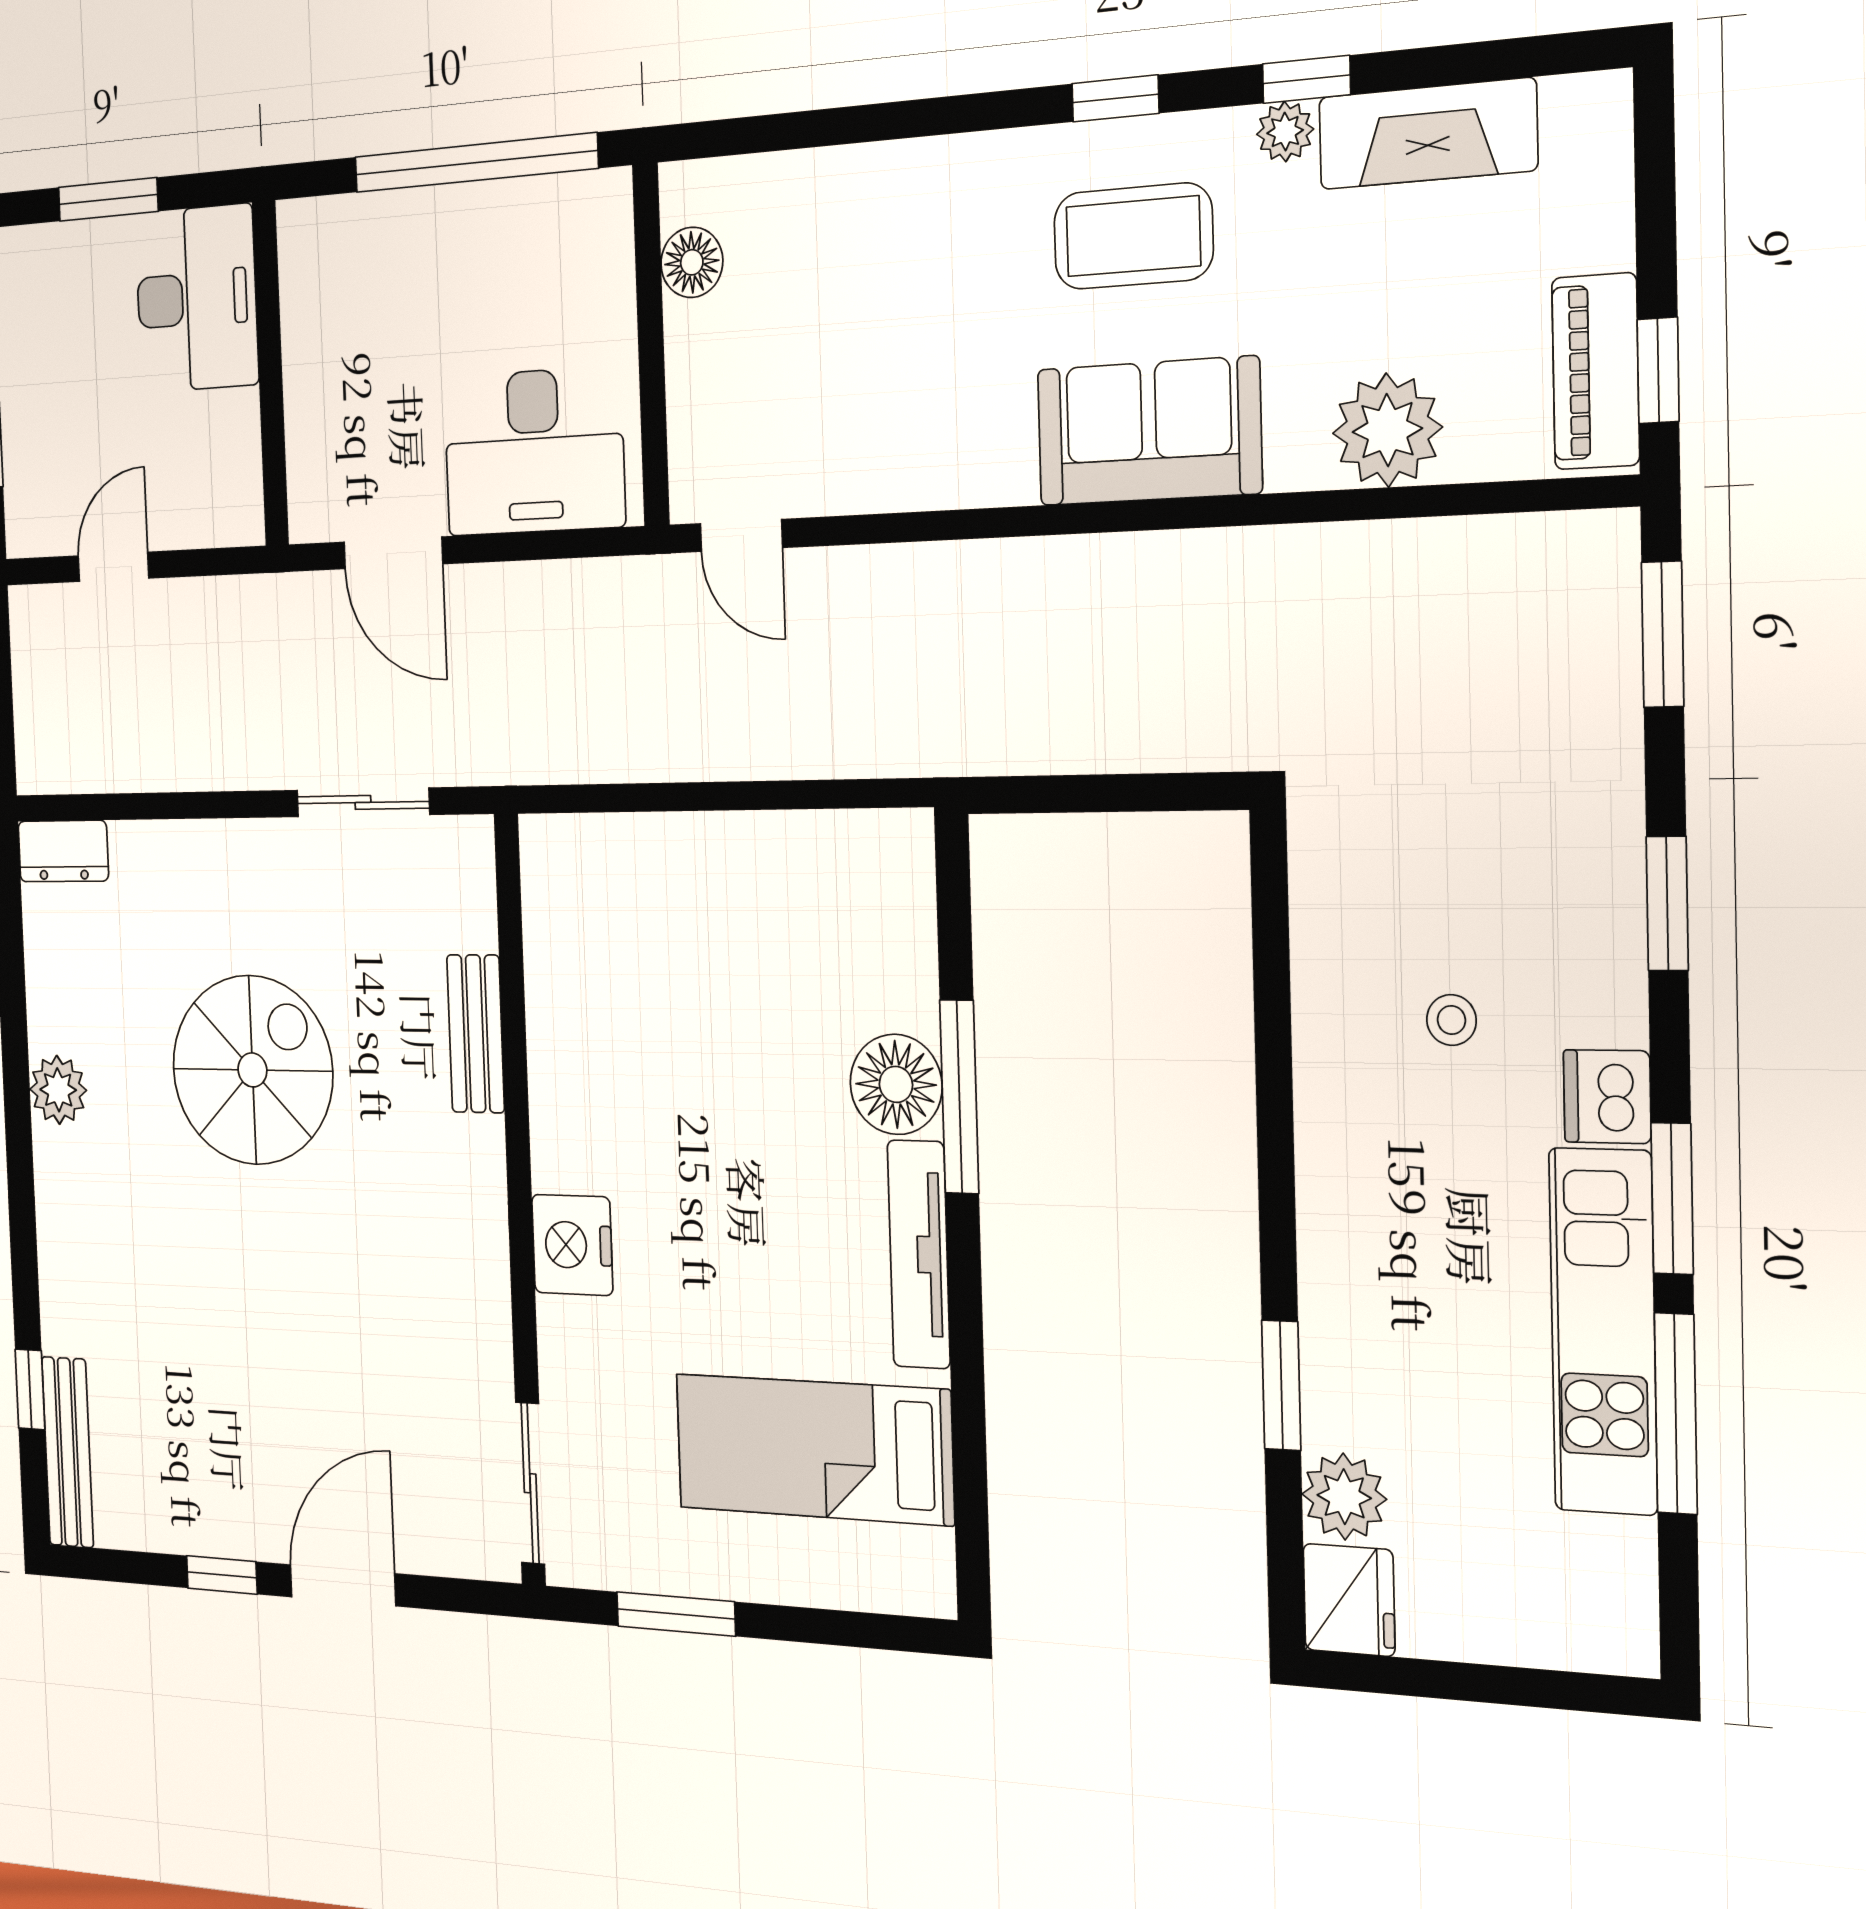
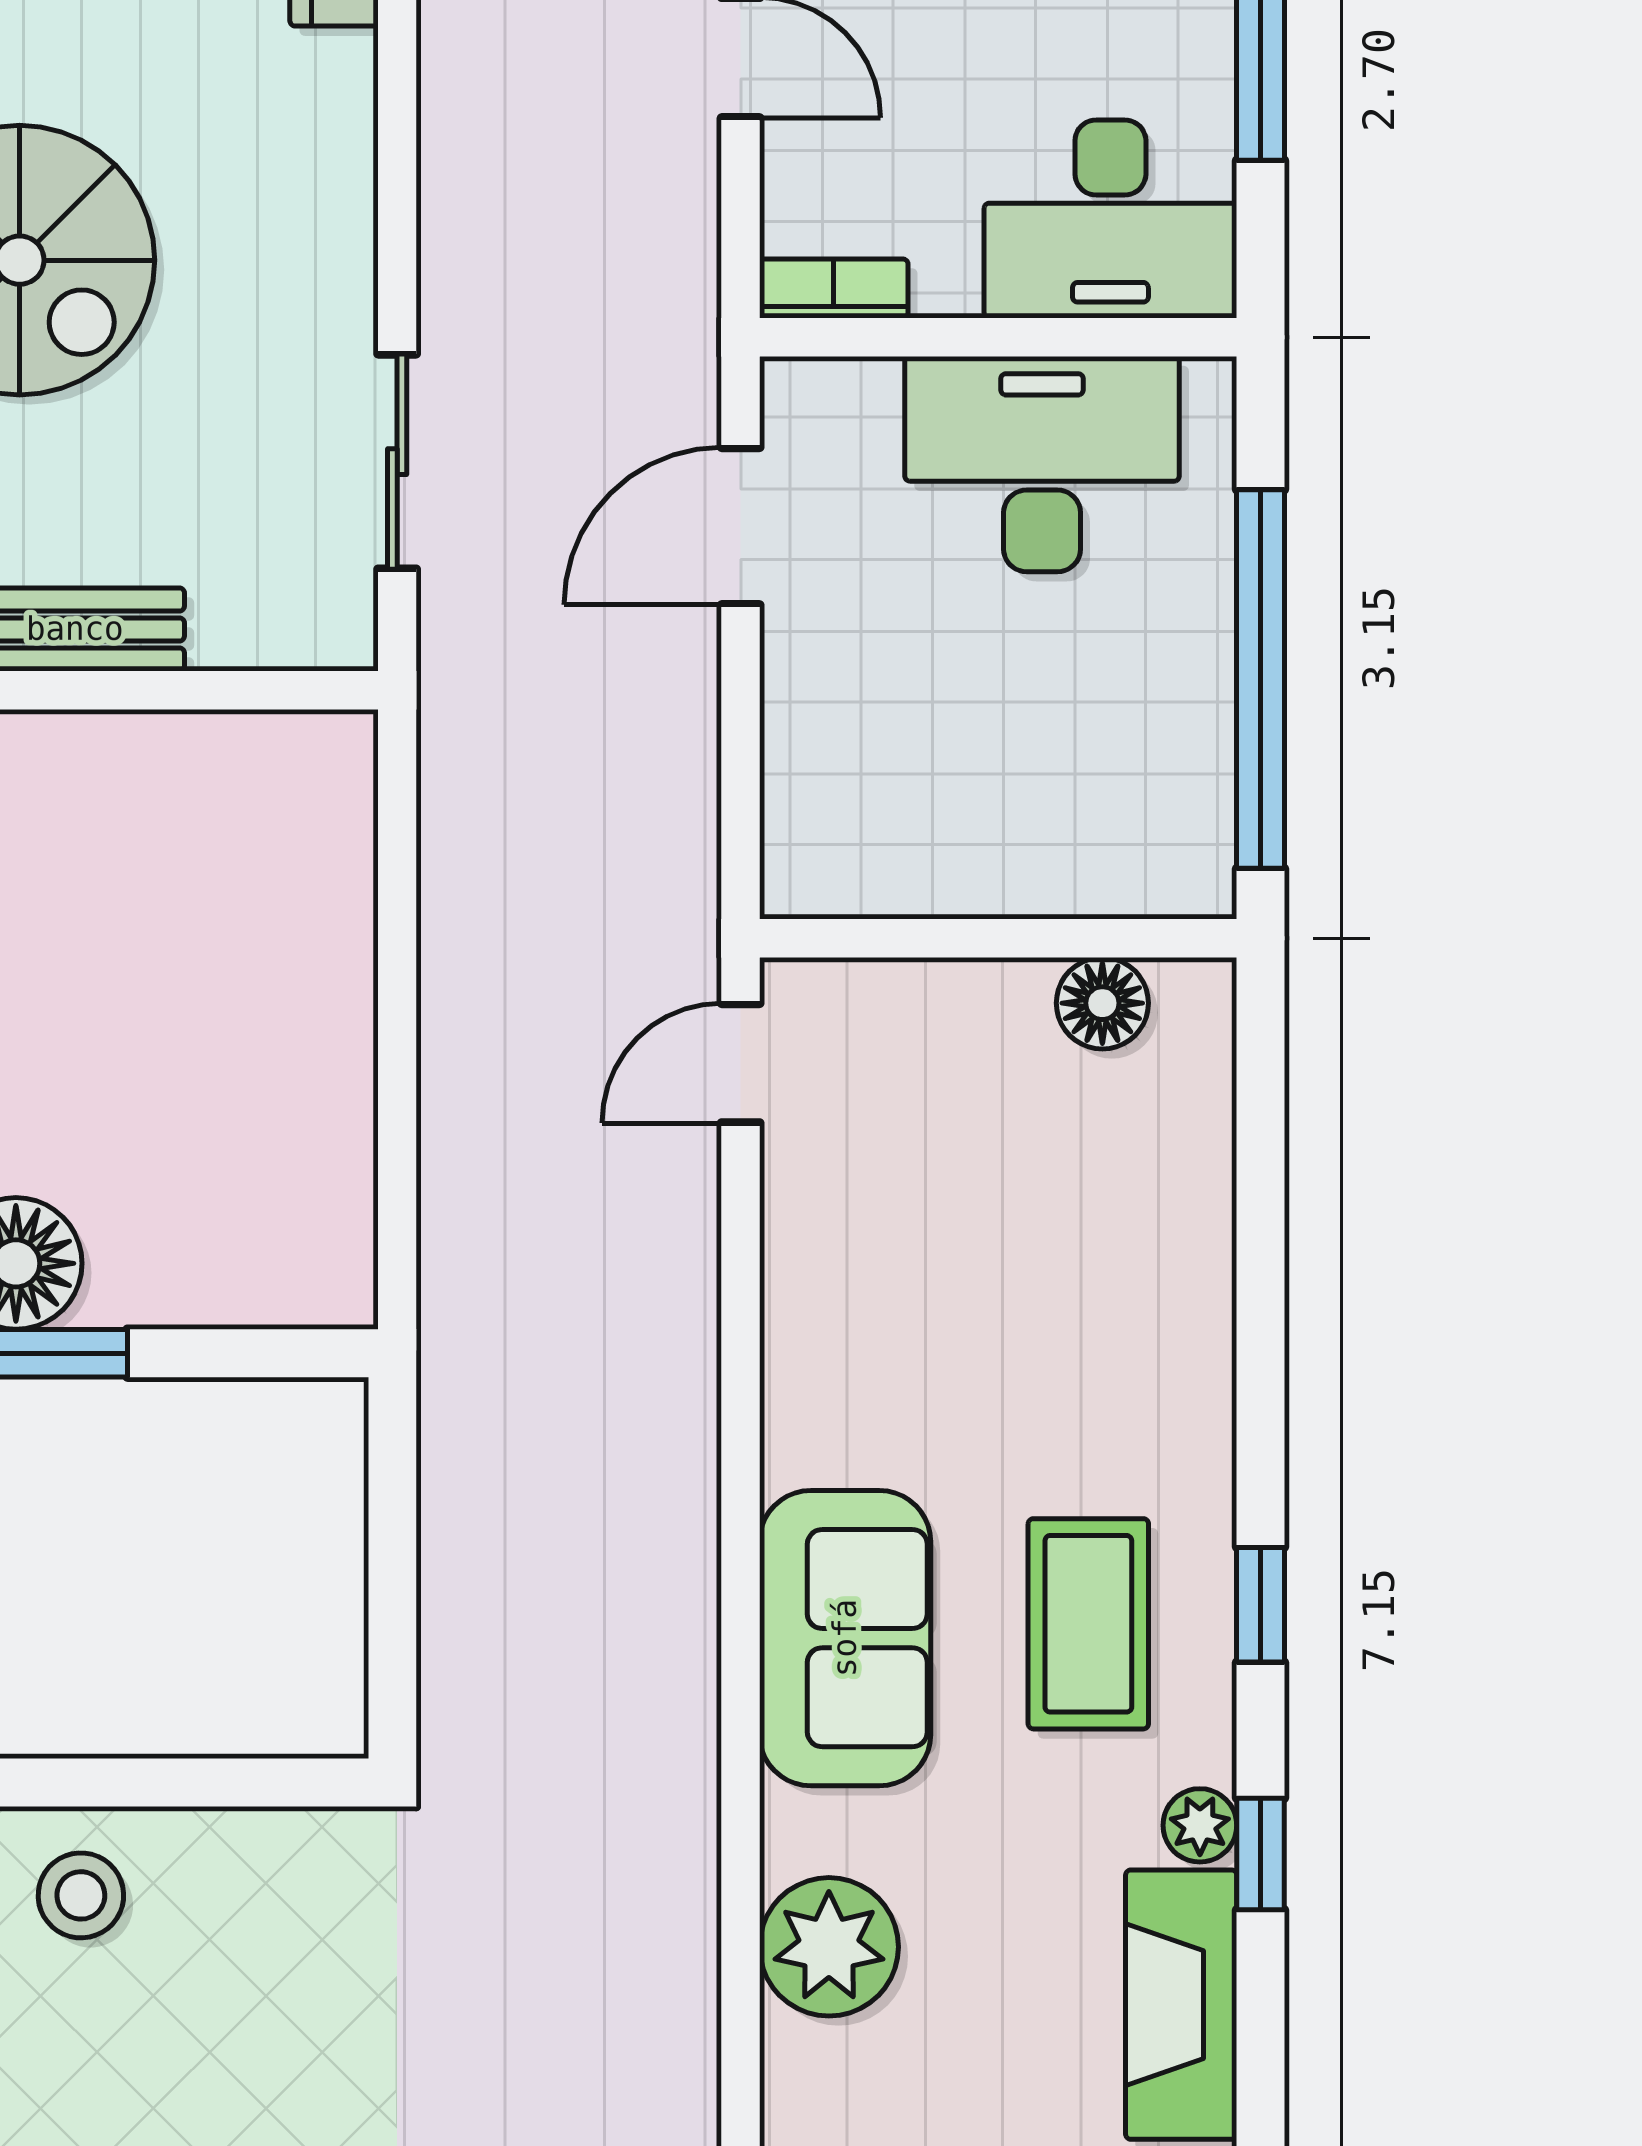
desk: (534, 451) -> (1042, 464), moved, turned 90
bookcase: (246, 494) -> (834, 288), added
stool: (1451, 1020) -> (81, 1895), moved, width x1.37, depth x1.37

